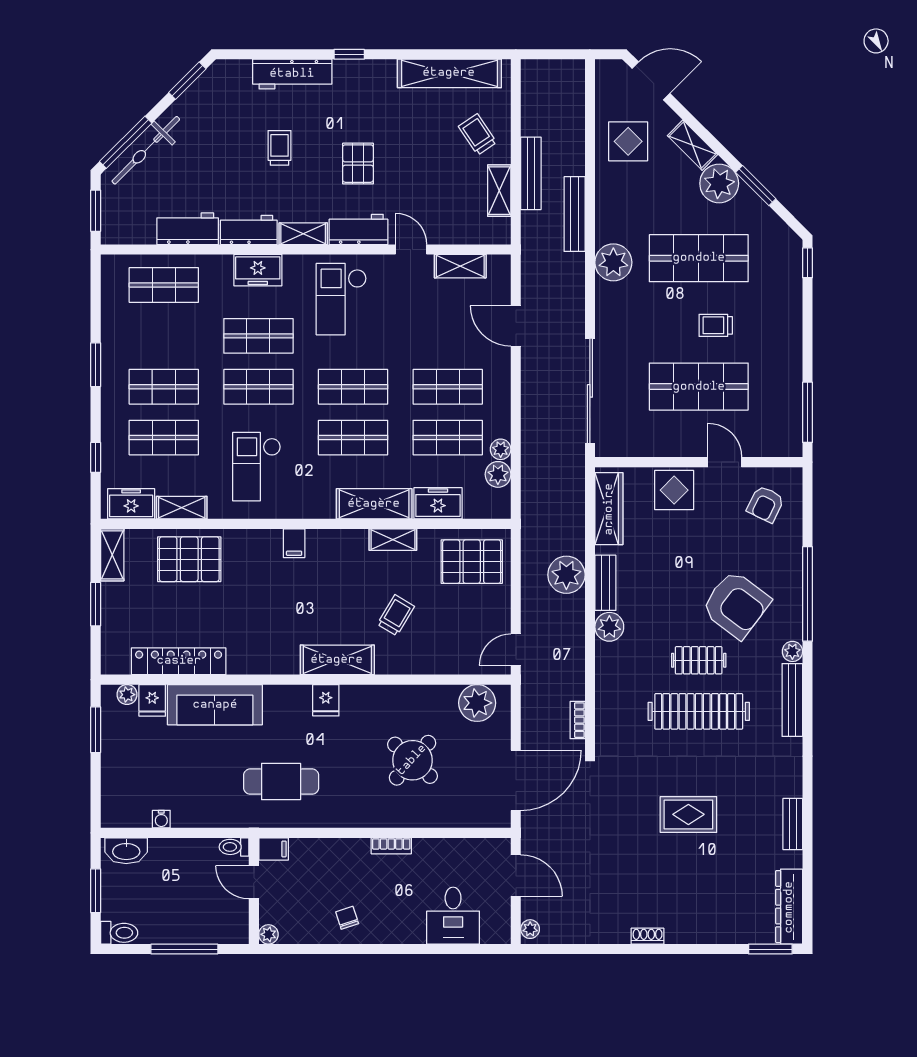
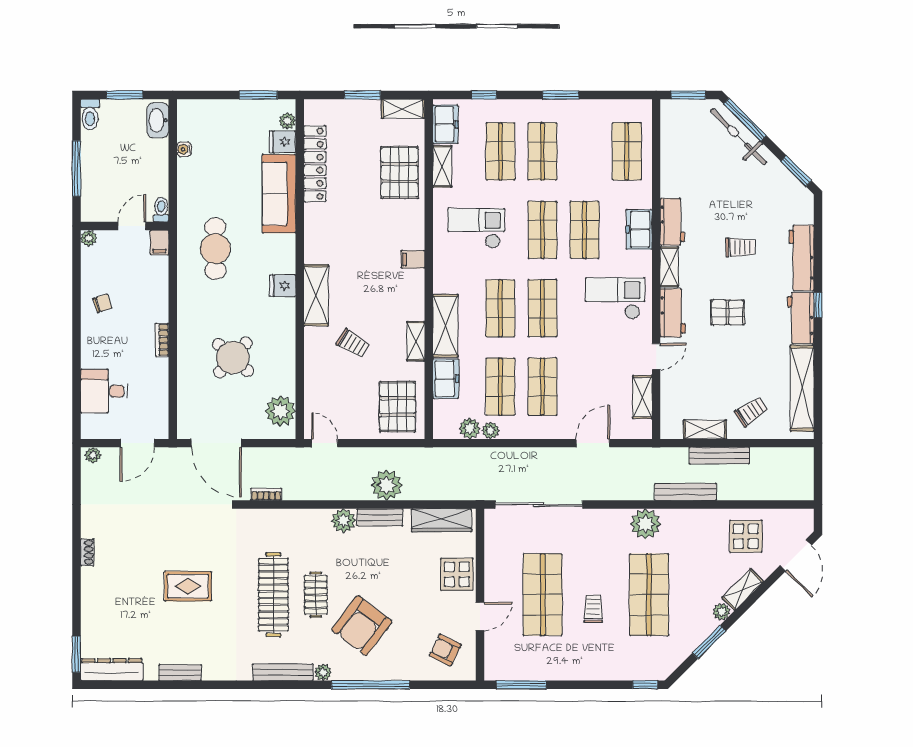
plant: (719, 183) -> (721, 612), width x0.53, depth x0.53
workbench: (188, 229) -> (801, 318), moved, turned 180
rug: (688, 814) -> (188, 586), turned 90

